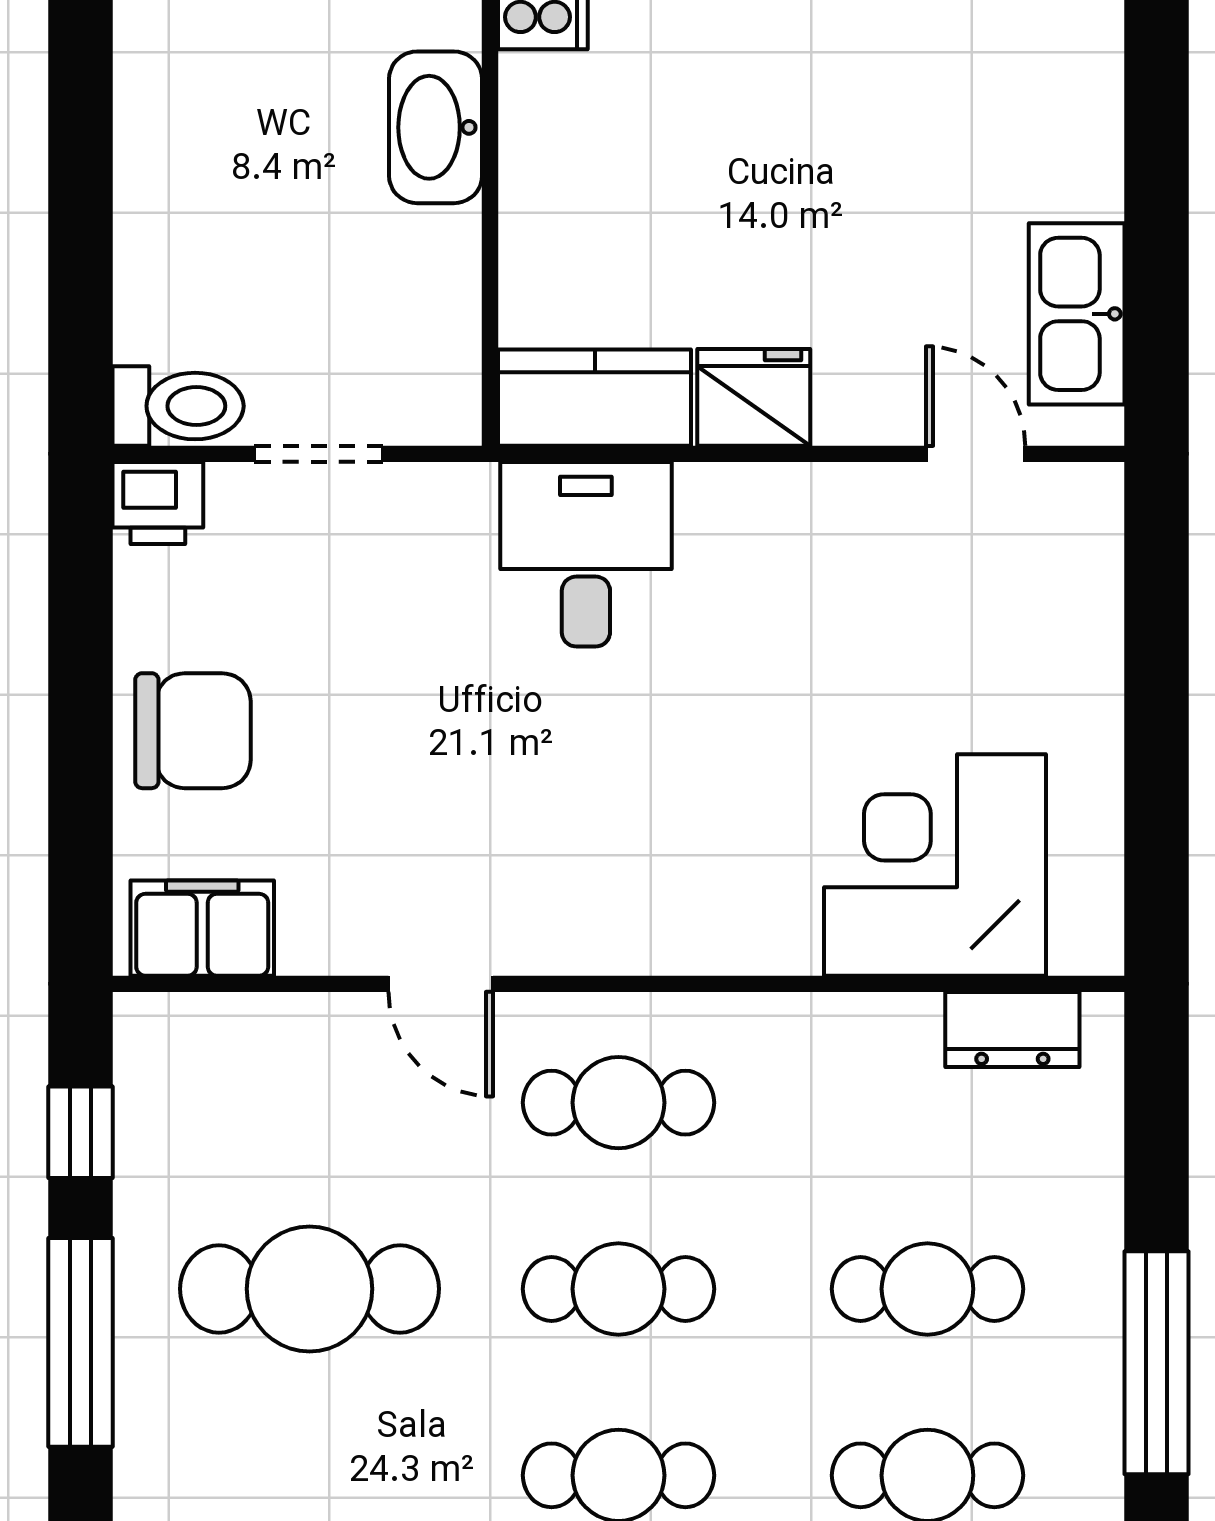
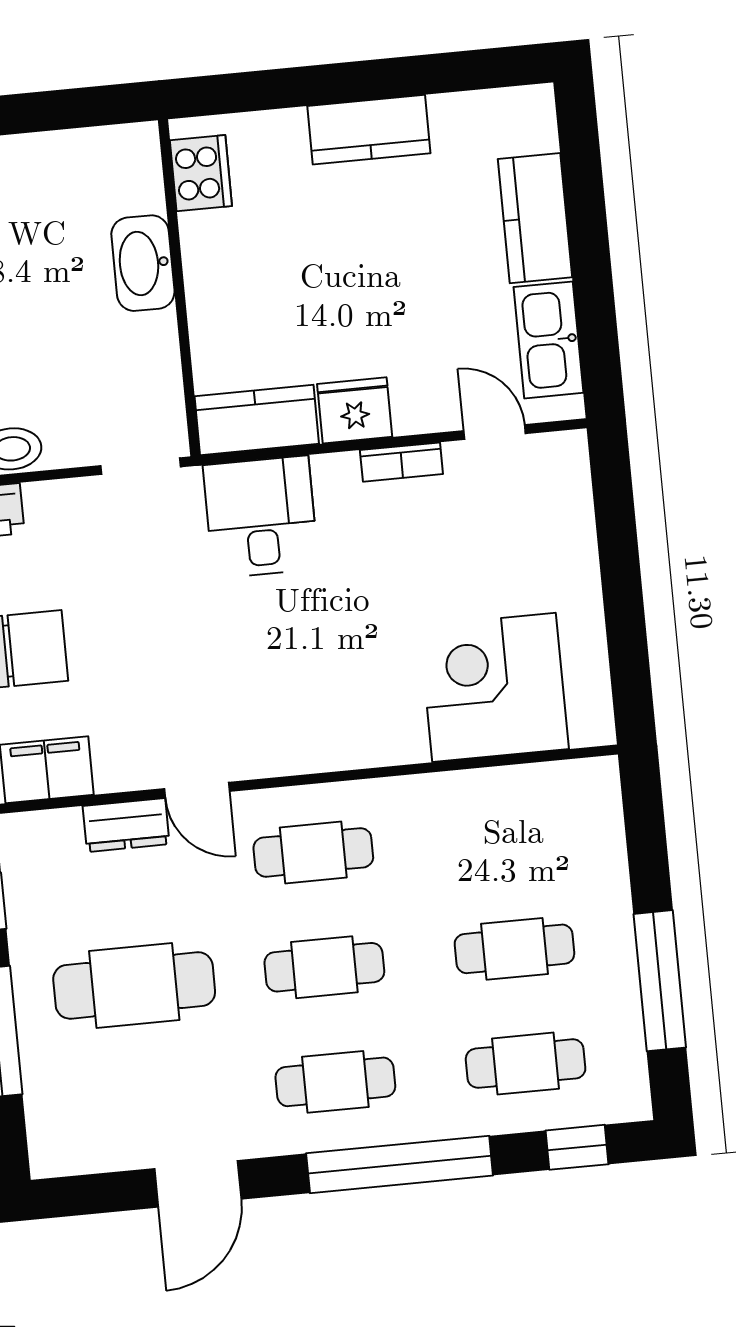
kitchen counter: (1074, 116) -> (535, 218), added
doorway: (319, 454) -> (140, 466), moved
bookcase: (821, 488) -> (401, 462), added
dresser: (1012, 1030) -> (126, 825), moved

